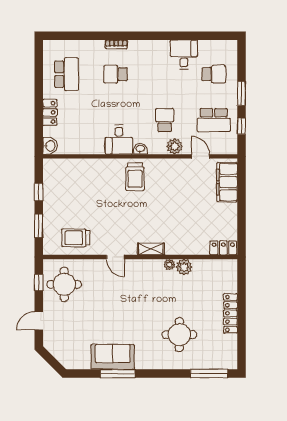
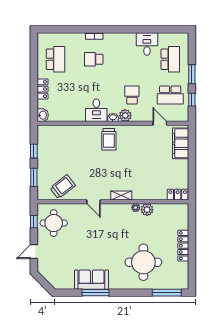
school desk: (214, 74) -> (170, 59), width x1.85
plant: (175, 146) -> (125, 116), moved
trolley: (76, 238) -> (63, 187), turned 142
round table: (179, 335) -> (143, 262), width x1.36, depth x1.36

